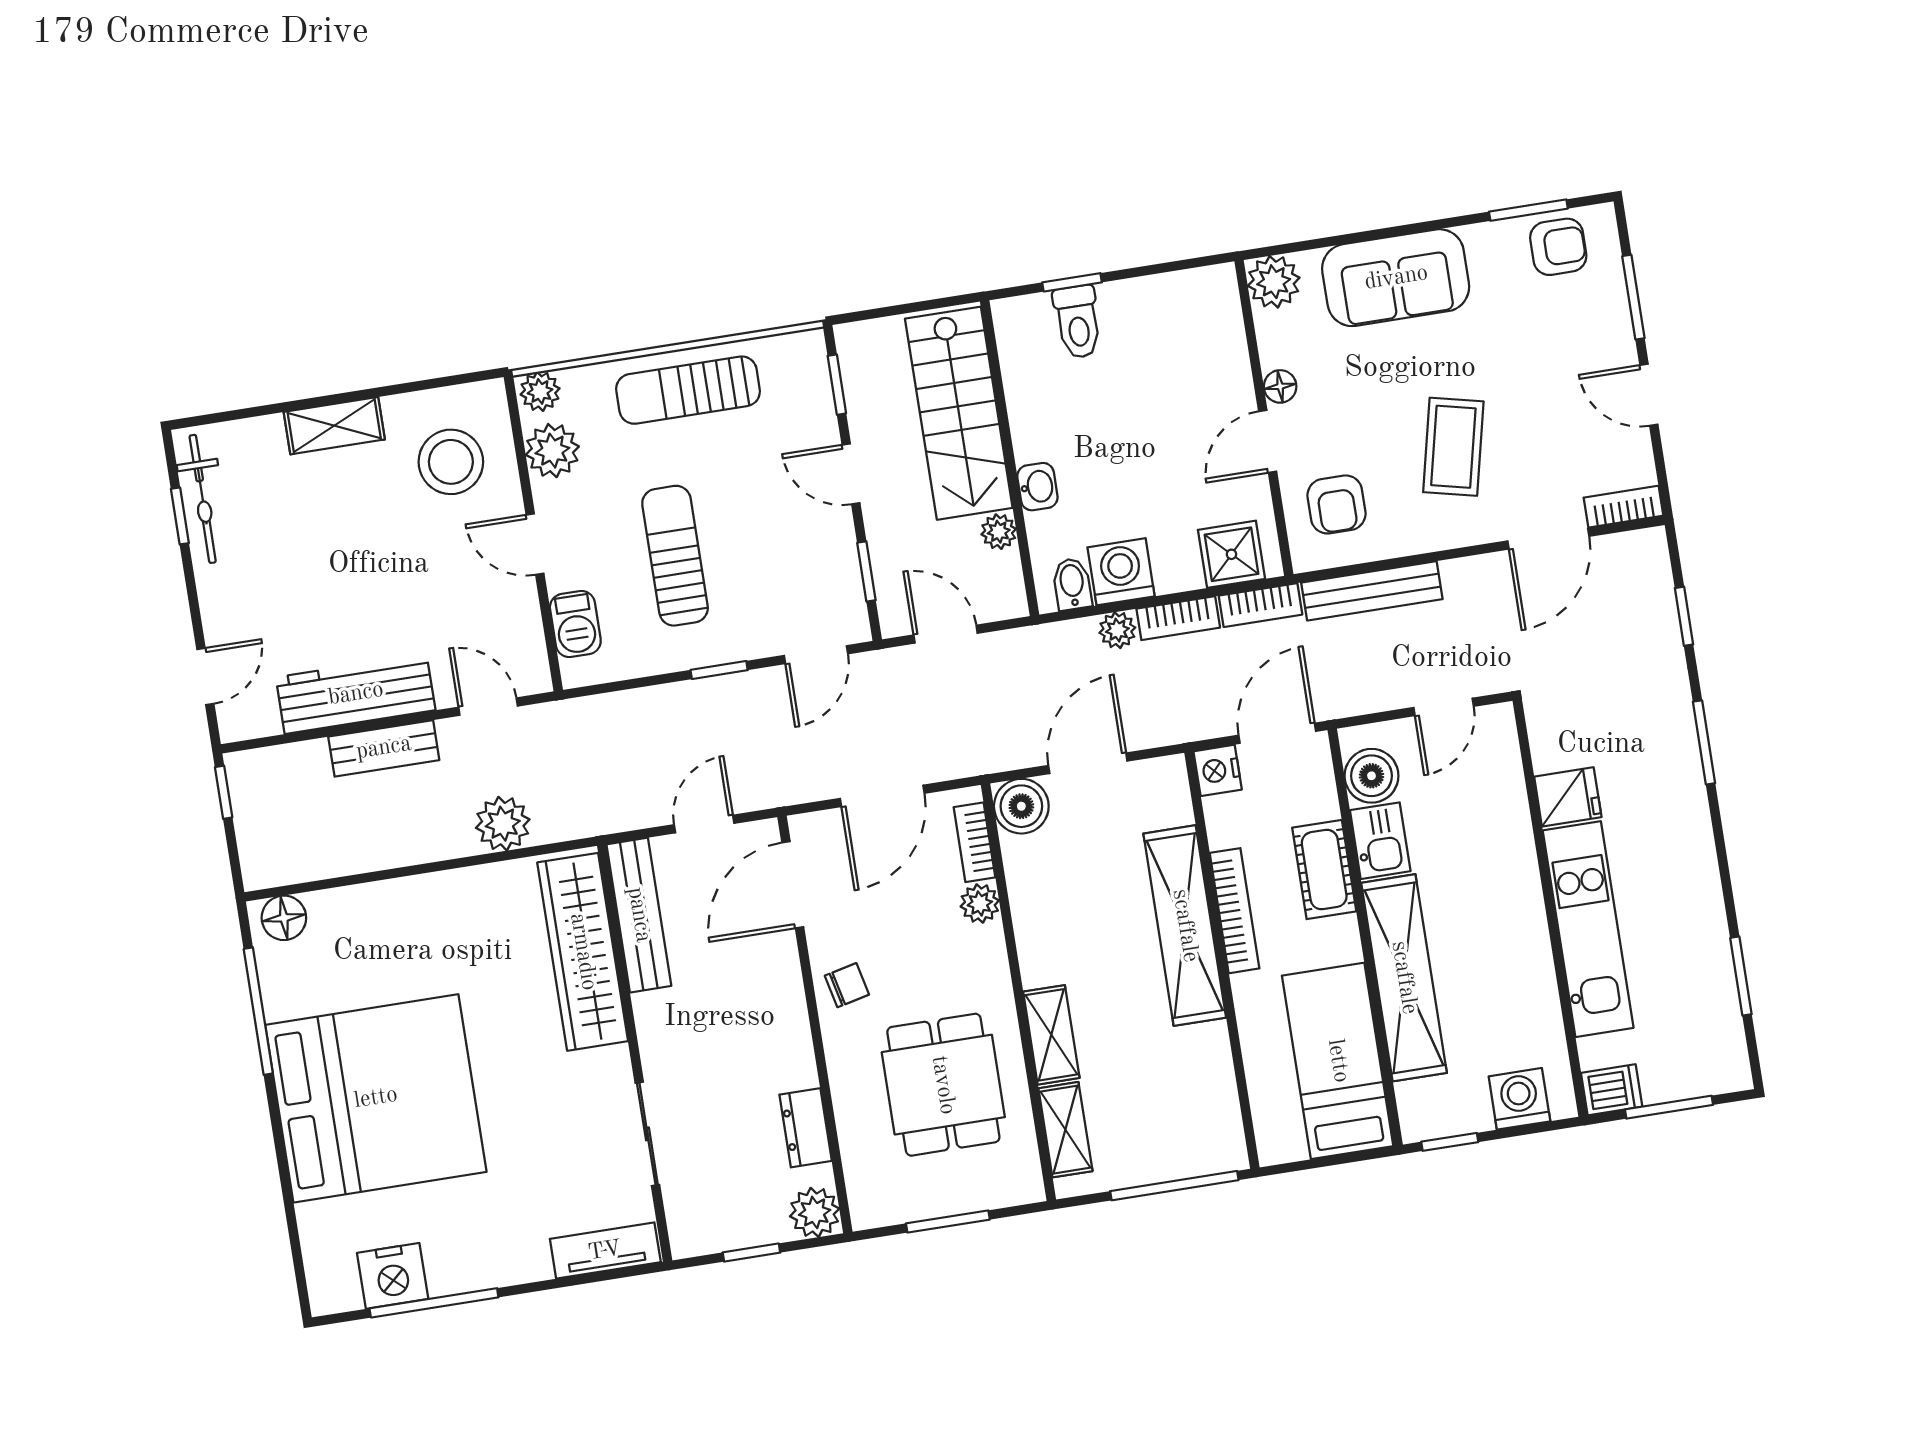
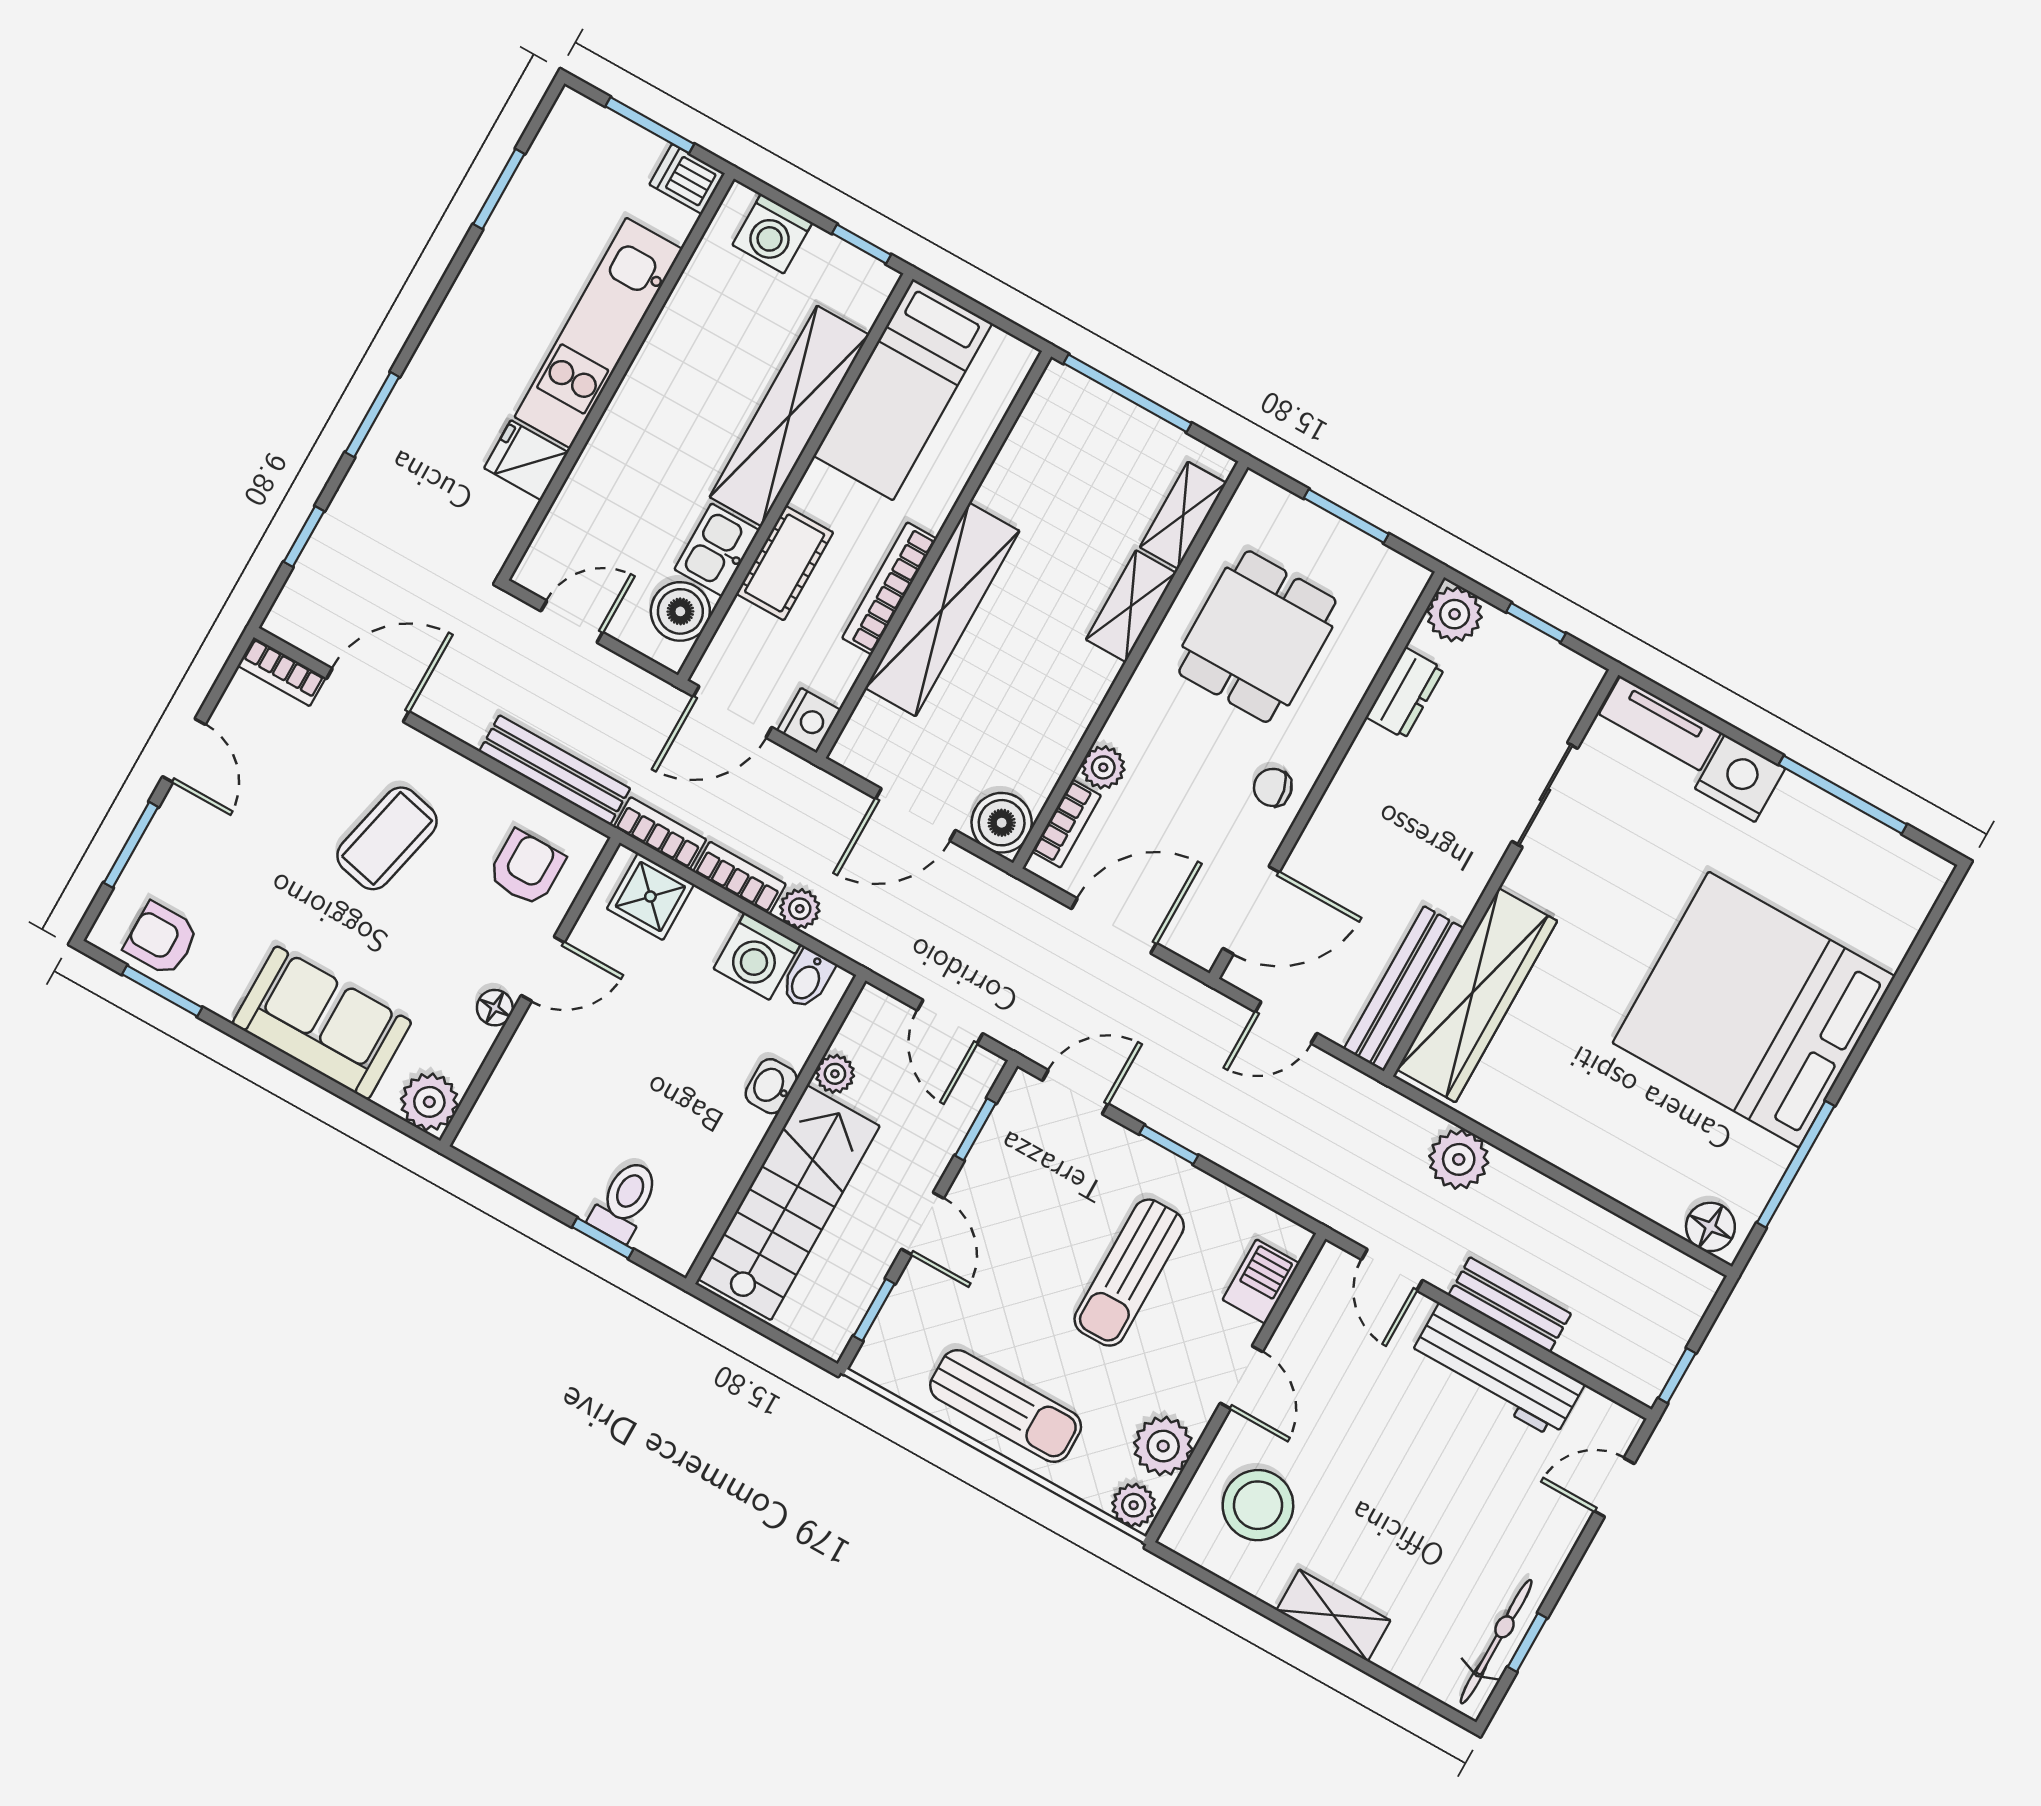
nightstand: (393, 1276) -> (1740, 778), moved

